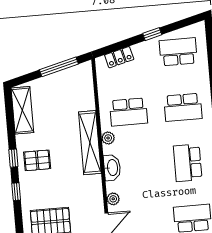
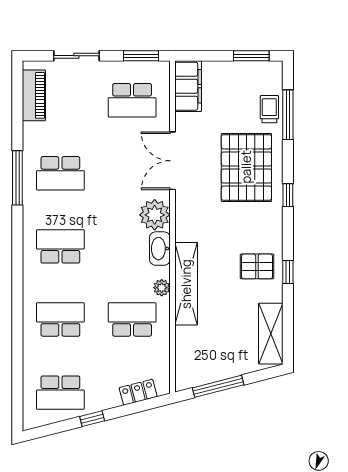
school desk: (188, 163) -> (60, 246), turned -90
window: (16, 192) -> (288, 195), moved
plant: (113, 199) -> (155, 215), width x1.88, depth x1.88

